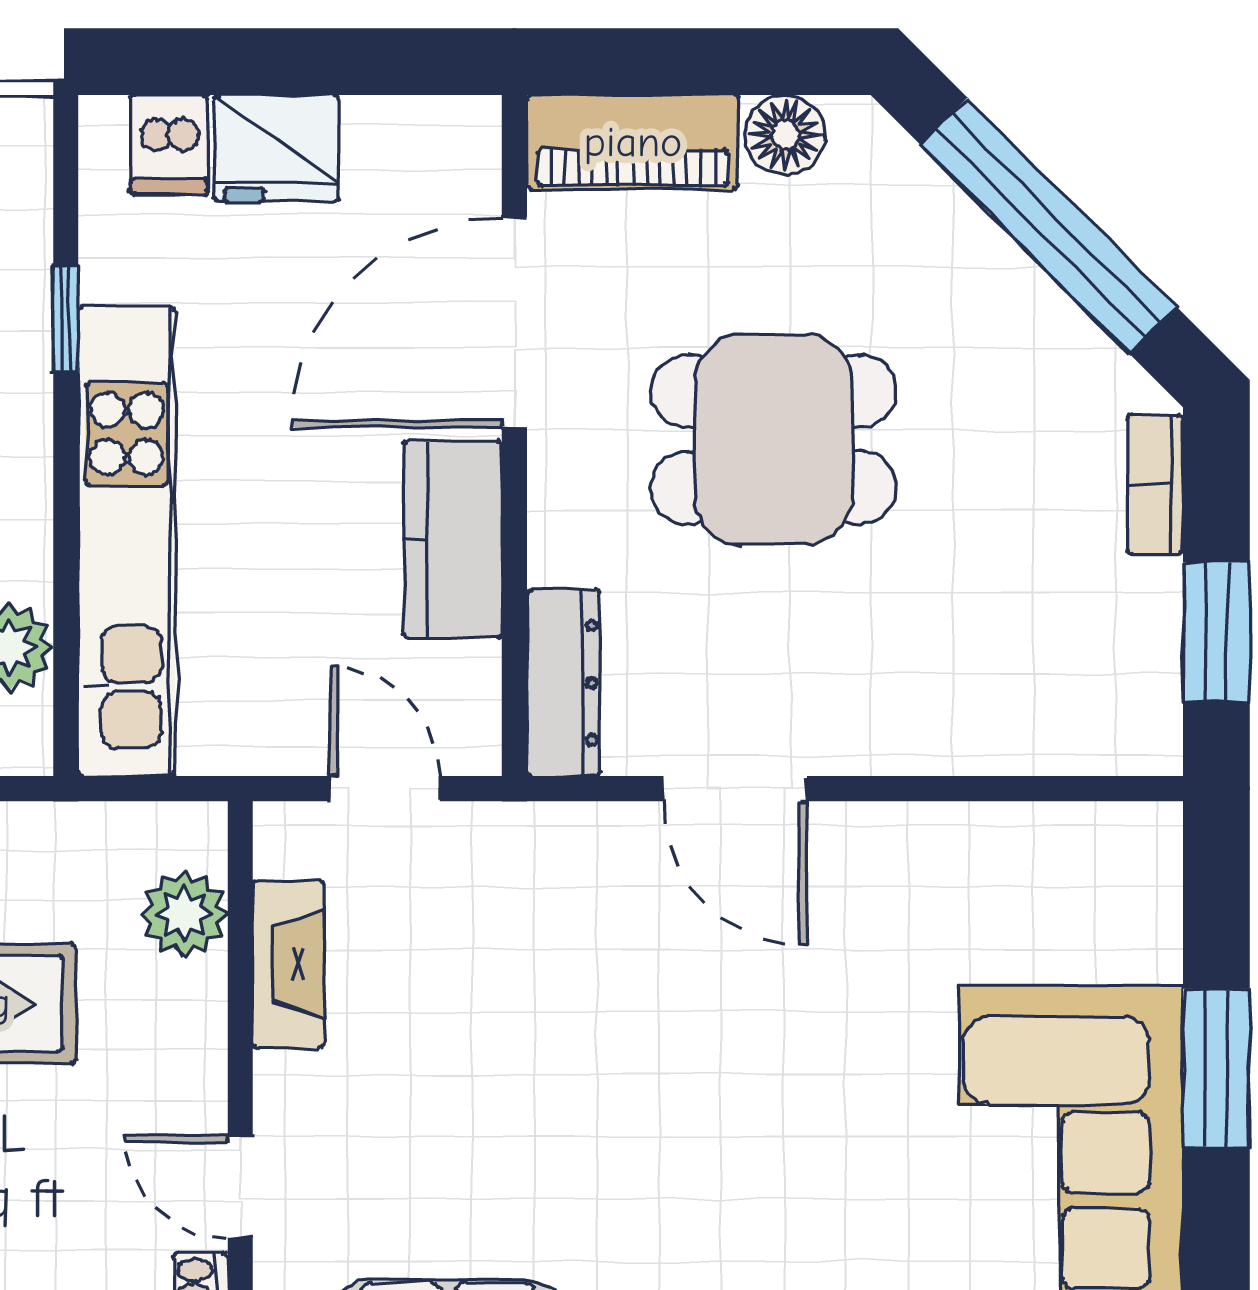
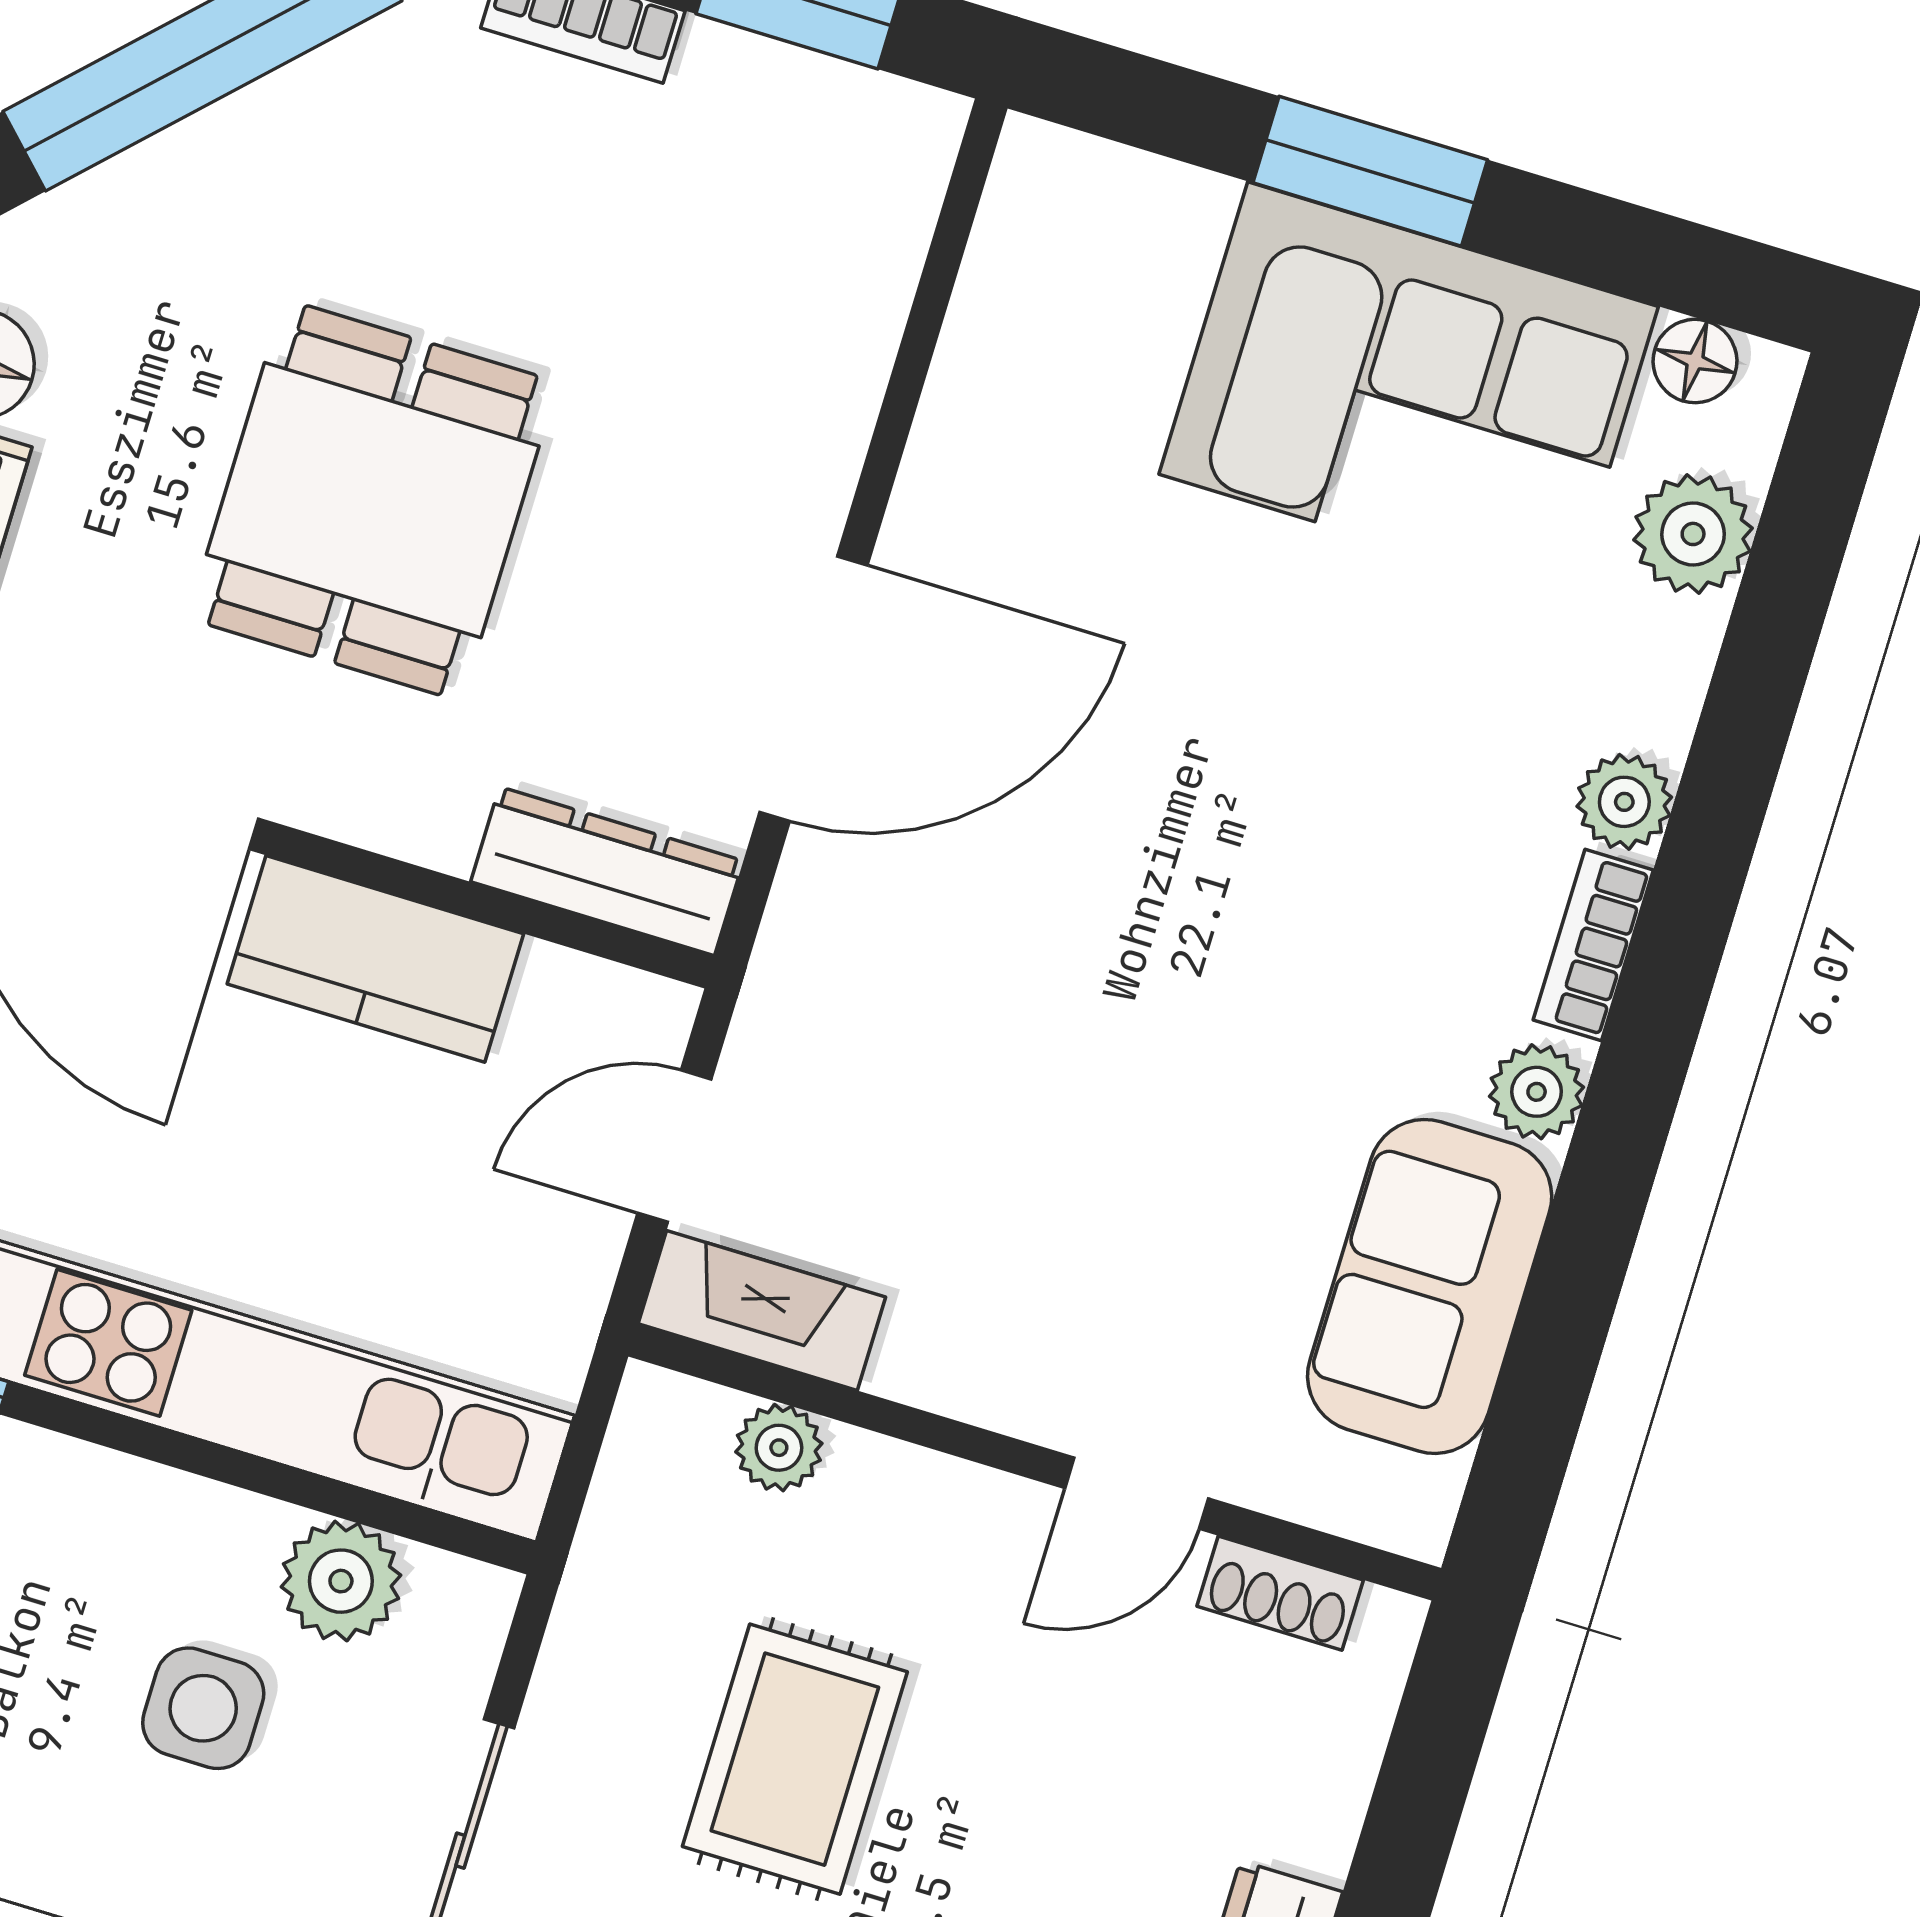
door: (735, 789) -> (813, 689), width x1.36
plant: (184, 914) -> (779, 1448), width x0.73, depth x0.73
fireplace: (288, 964) -> (762, 1310), moved

